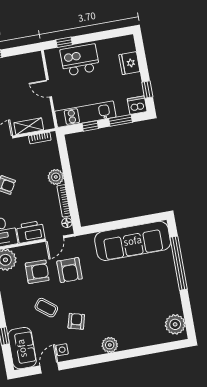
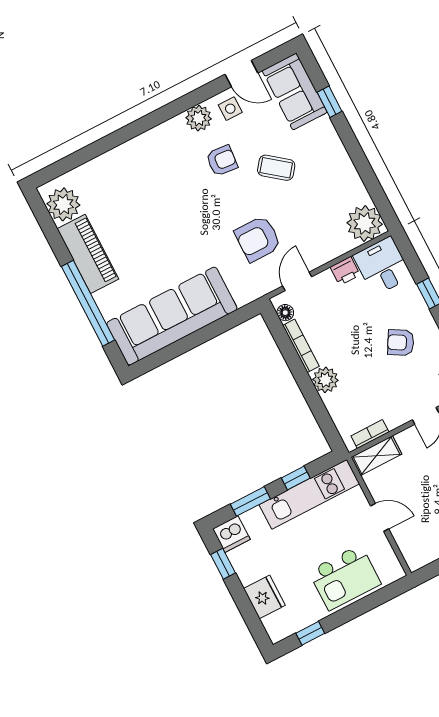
window: (64, 42) -> (310, 633), moved
shelving: (29, 126) -> (376, 456), moved
printer: (31, 232) -> (345, 271), width x0.53, depth x0.68
armchair: (70, 270) -> (258, 239), turned -90
armchair: (37, 272) -> (308, 220), removed
piano: (170, 292) -> (88, 254), added
armchair: (76, 321) -> (222, 161), turned -100
plant: (110, 345) -> (199, 118), moved
door: (50, 368) -> (241, 74), hinge flipped

